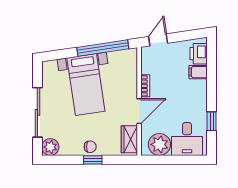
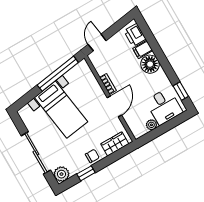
floor lamp: (197, 90) -> (150, 64), added
window: (212, 121) -> (181, 91), moved
wardrobe: (129, 139) -> (115, 144), moved, turned 90
plant: (159, 144) -> (151, 125), width x0.53, depth x0.53
window: (93, 160) -> (86, 173), moved

